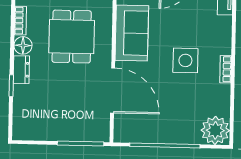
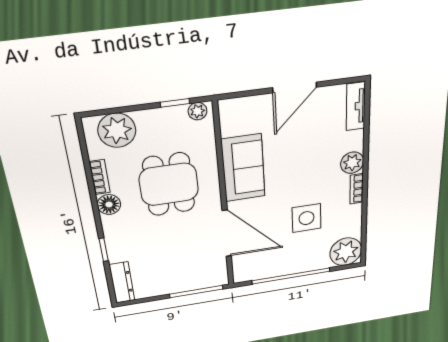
plant: (222, 44) -> (352, 163), added
side table: (185, 60) -> (306, 218), moved
dresser: (21, 70) -> (122, 283), moved, width x1.44

